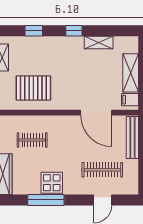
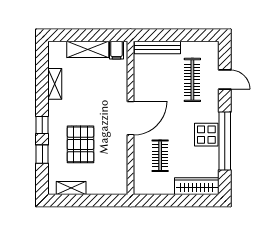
window: (74, 31) -> (42, 125), moved
pallet: (33, 88) -> (80, 144), moved
door: (96, 113) -> (130, 118), moved
window: (46, 200) -> (225, 141), width x1.46

